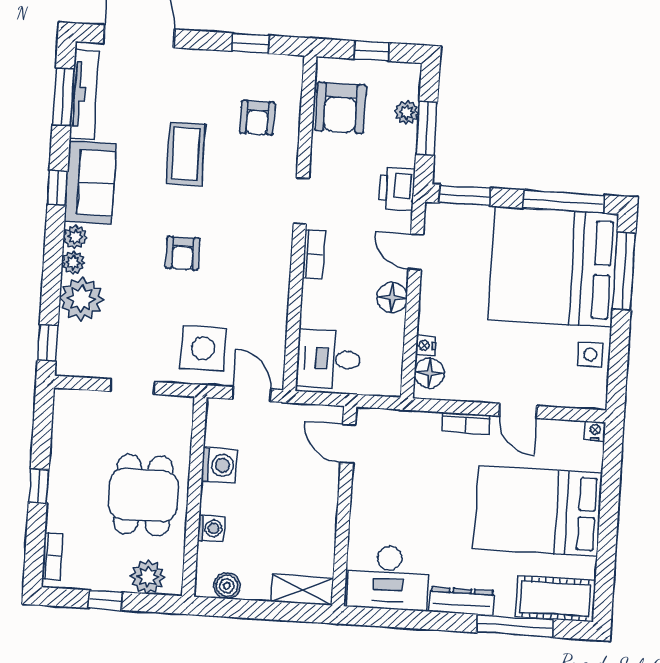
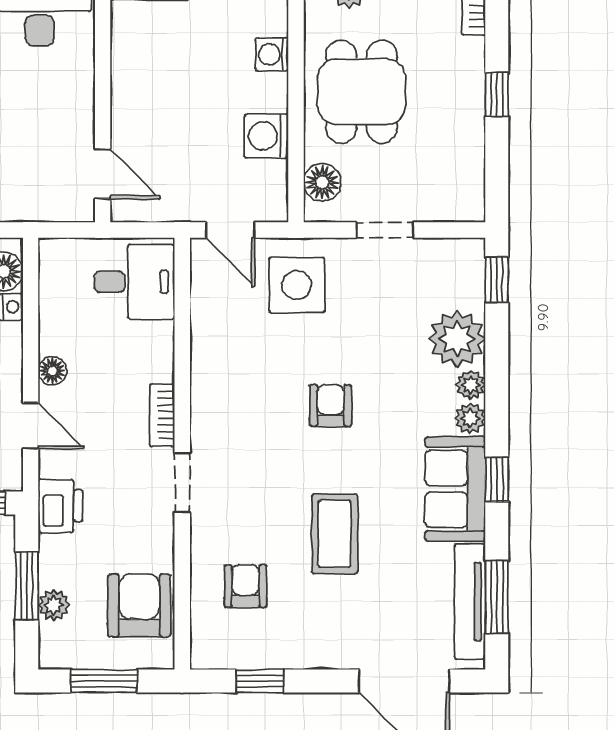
window: (372, 51) -> (104, 681), width x1.50
floor lamp: (392, 298) -> (52, 371), width x0.73, depth x0.73
floor lamp: (178, 426) -> (322, 183), added

